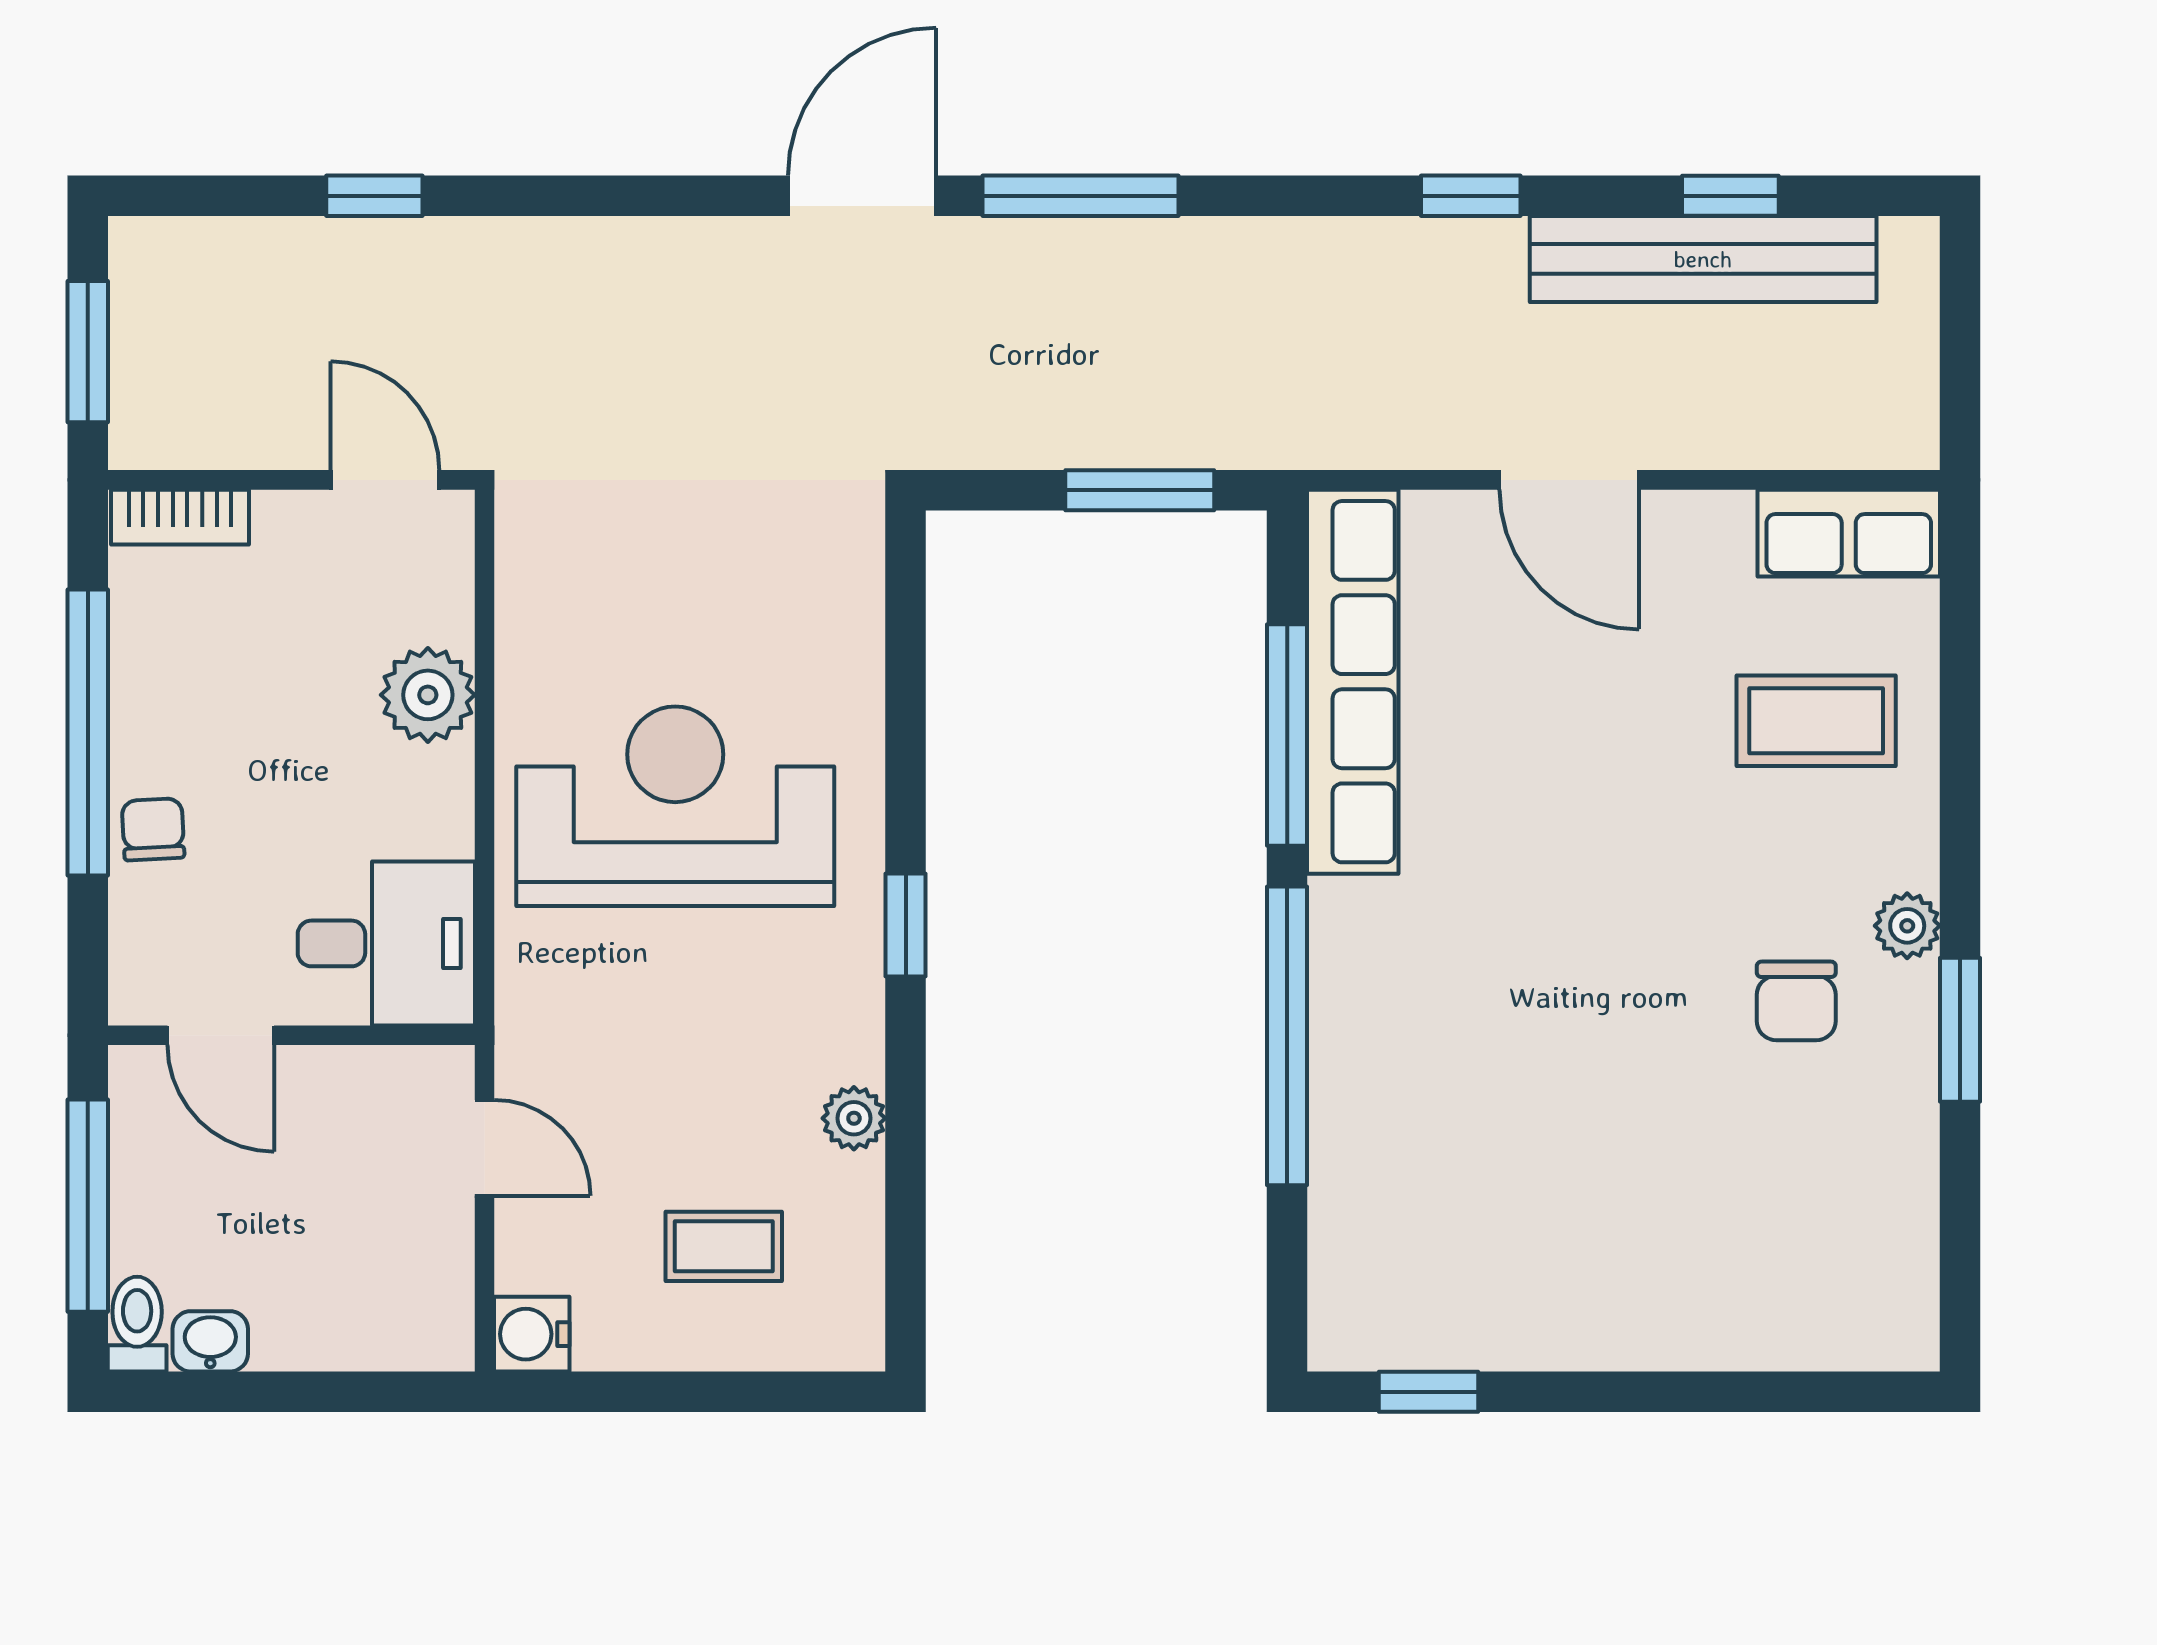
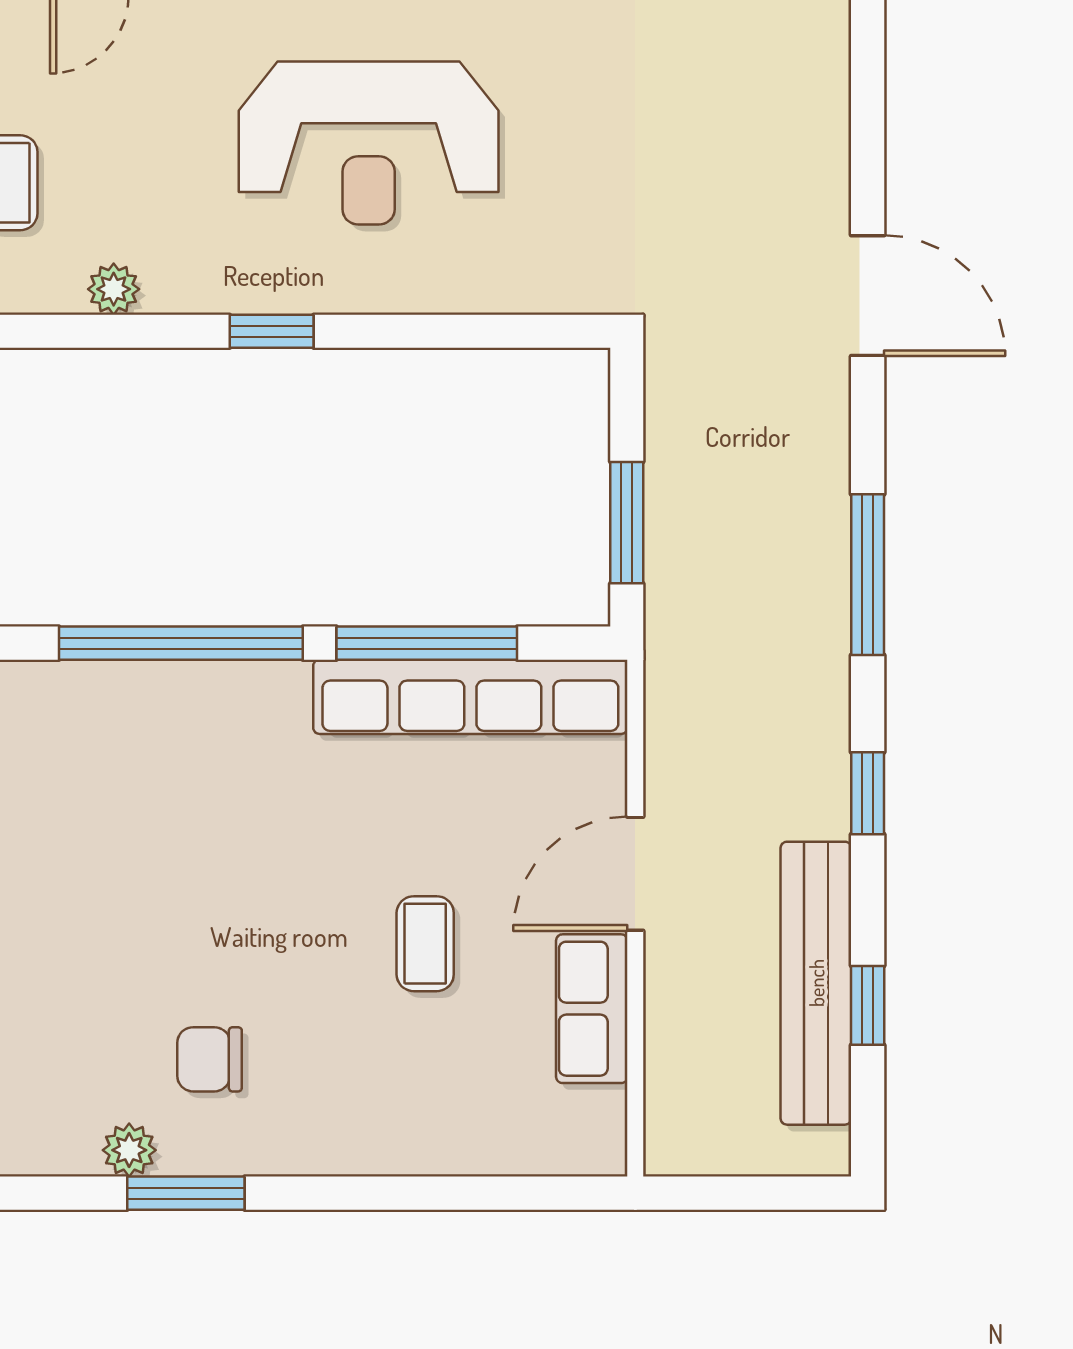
window: (1080, 196) -> (868, 575), moved
row of seats: (1849, 533) -> (592, 1009), moved
coffee table: (1816, 721) -> (425, 944), moved, width x0.73, depth x0.77
reception desk: (675, 806) -> (369, 143), turned 90
plant: (1907, 926) -> (129, 1150), moved

